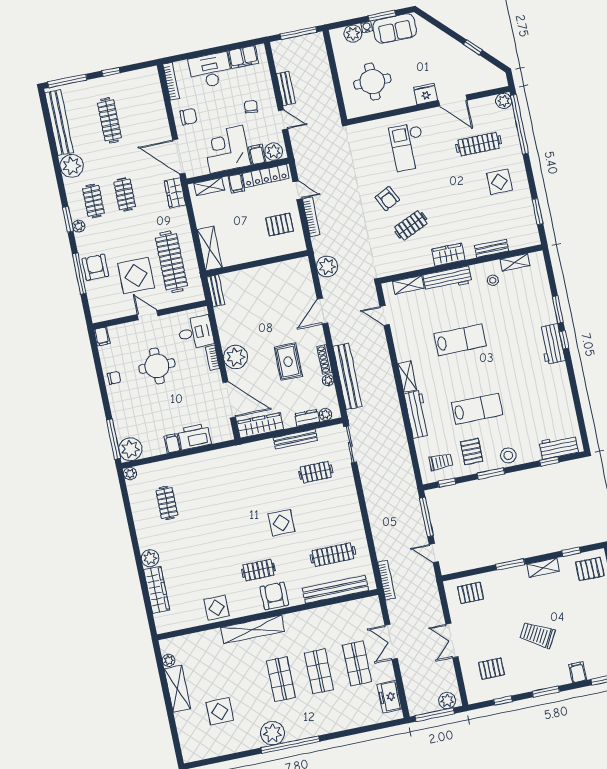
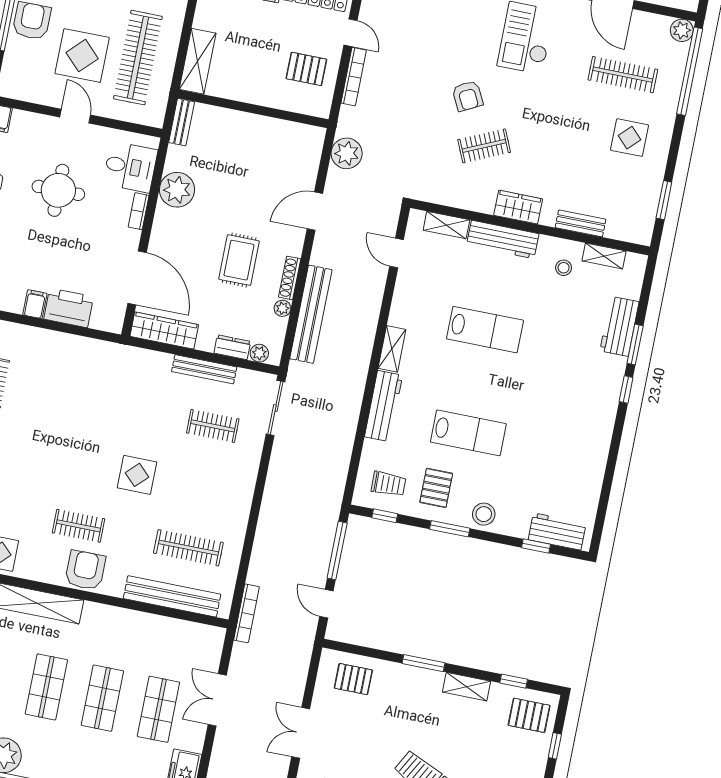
workbench: (552, 344) -> (619, 326), moved
plant: (236, 357) -> (177, 190), moved

